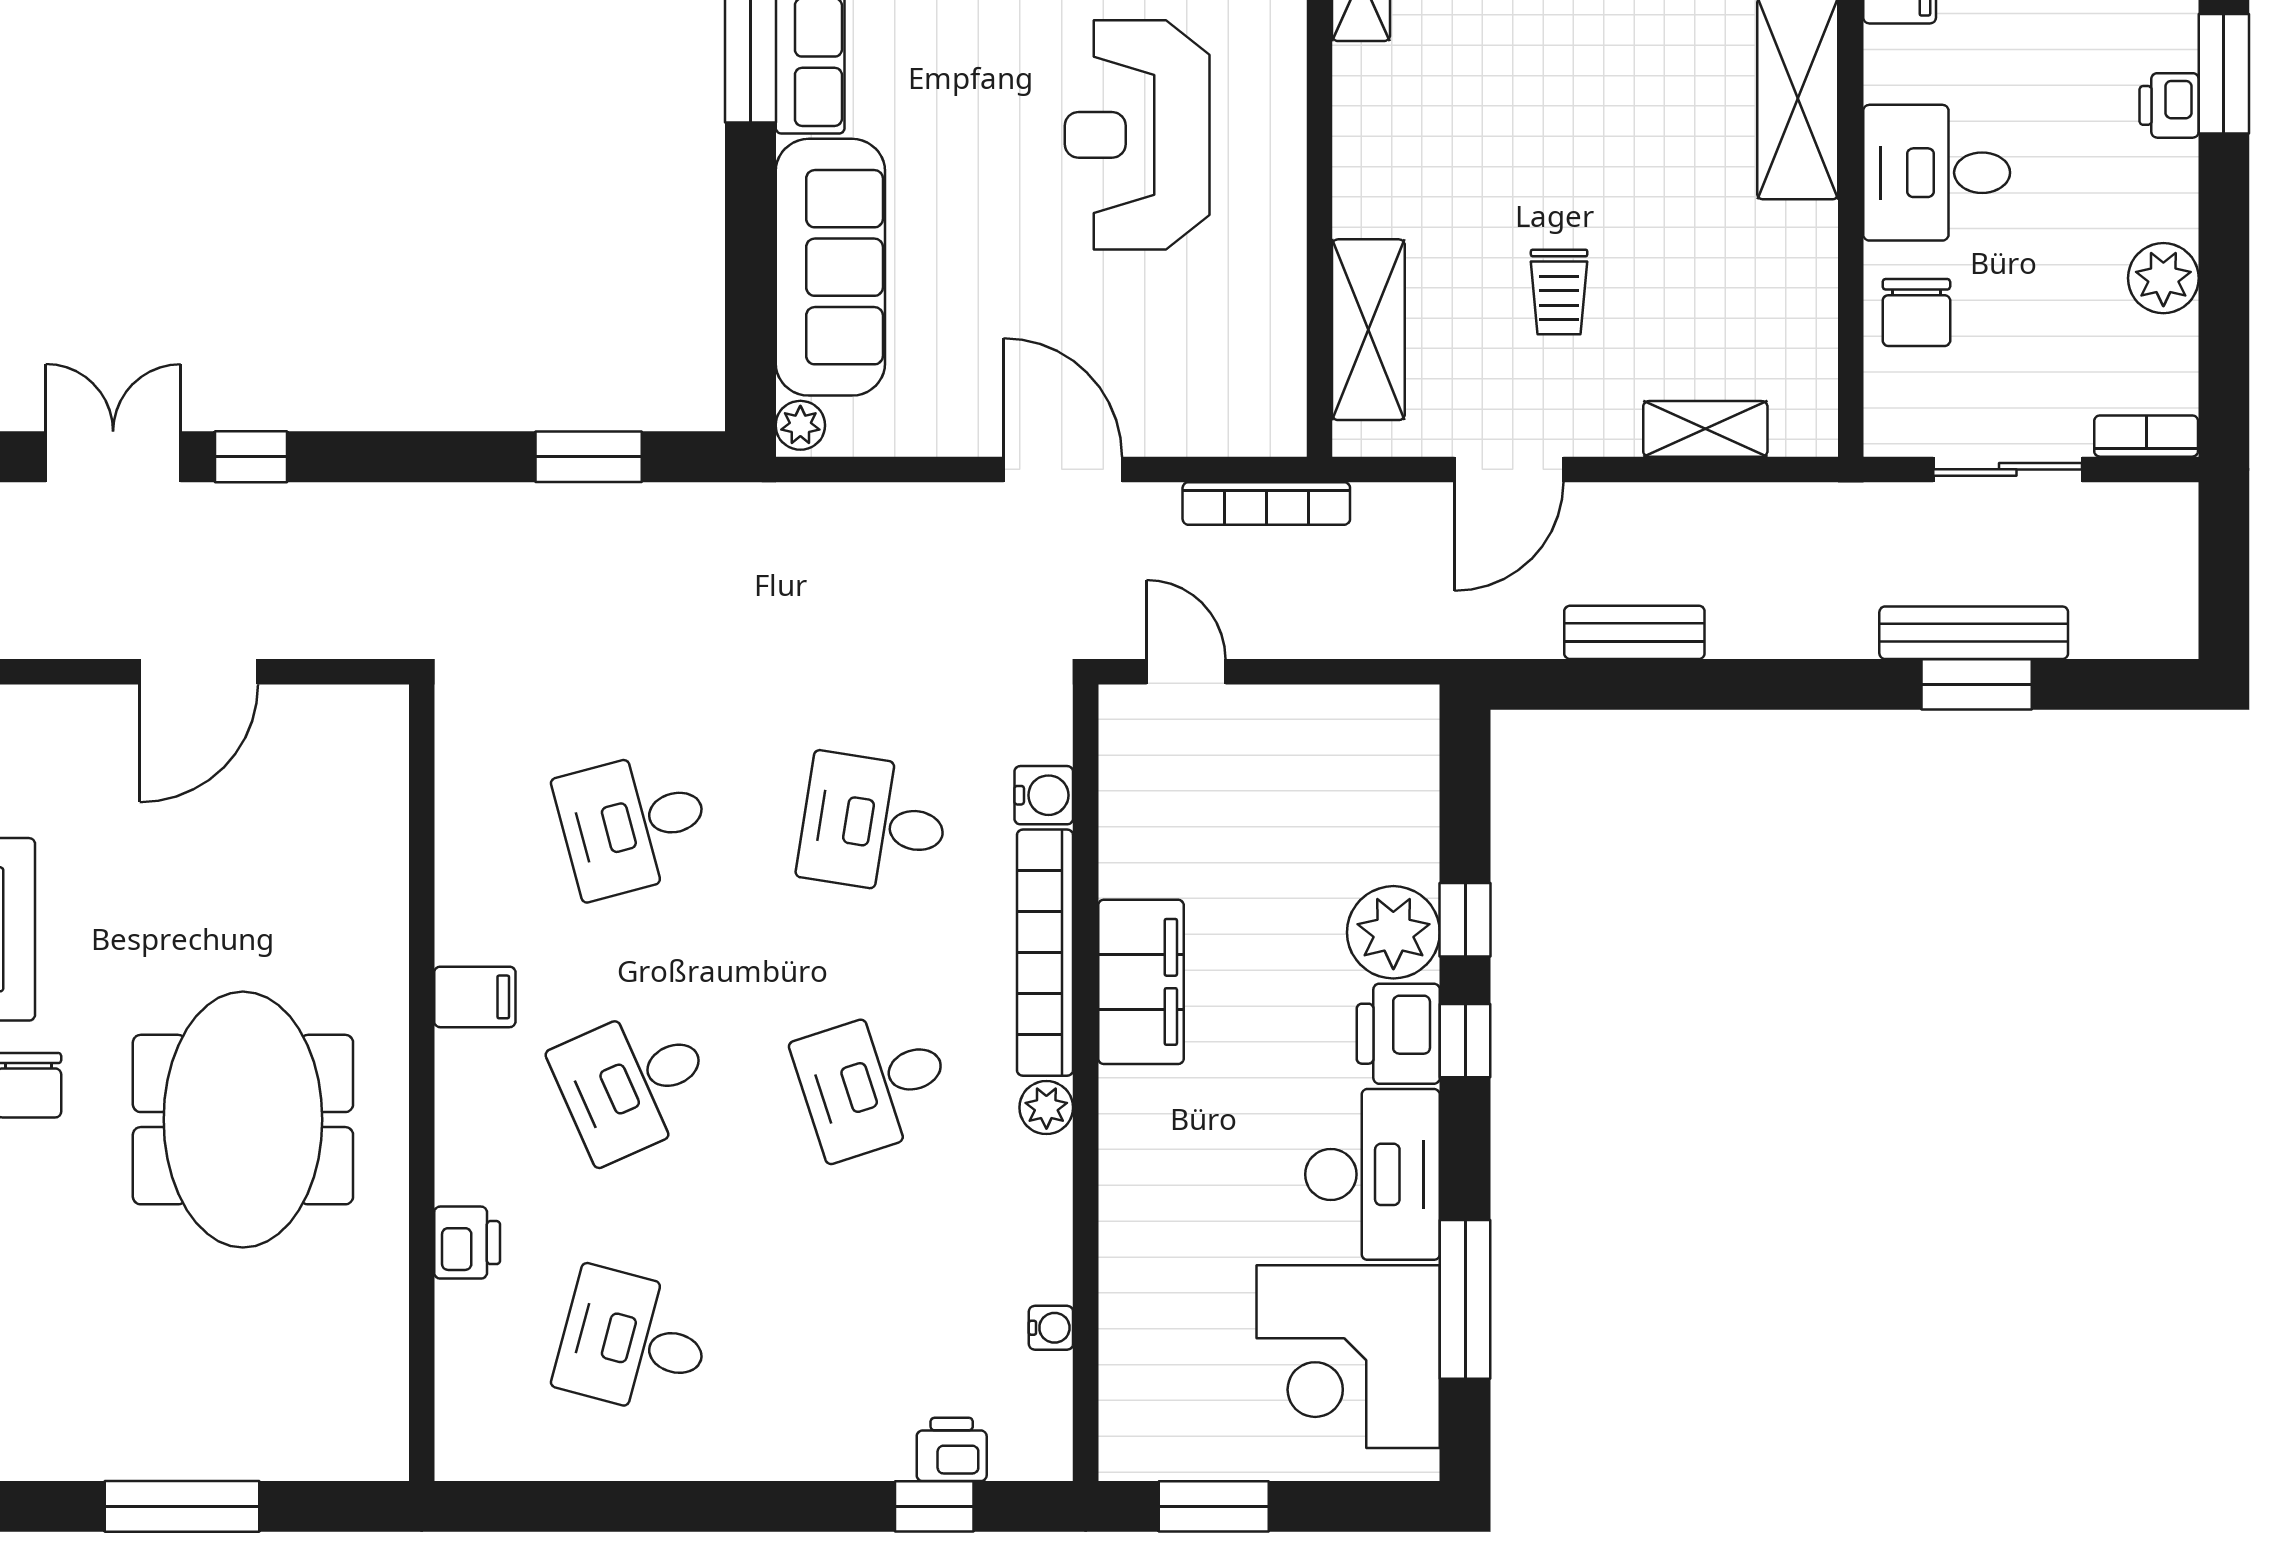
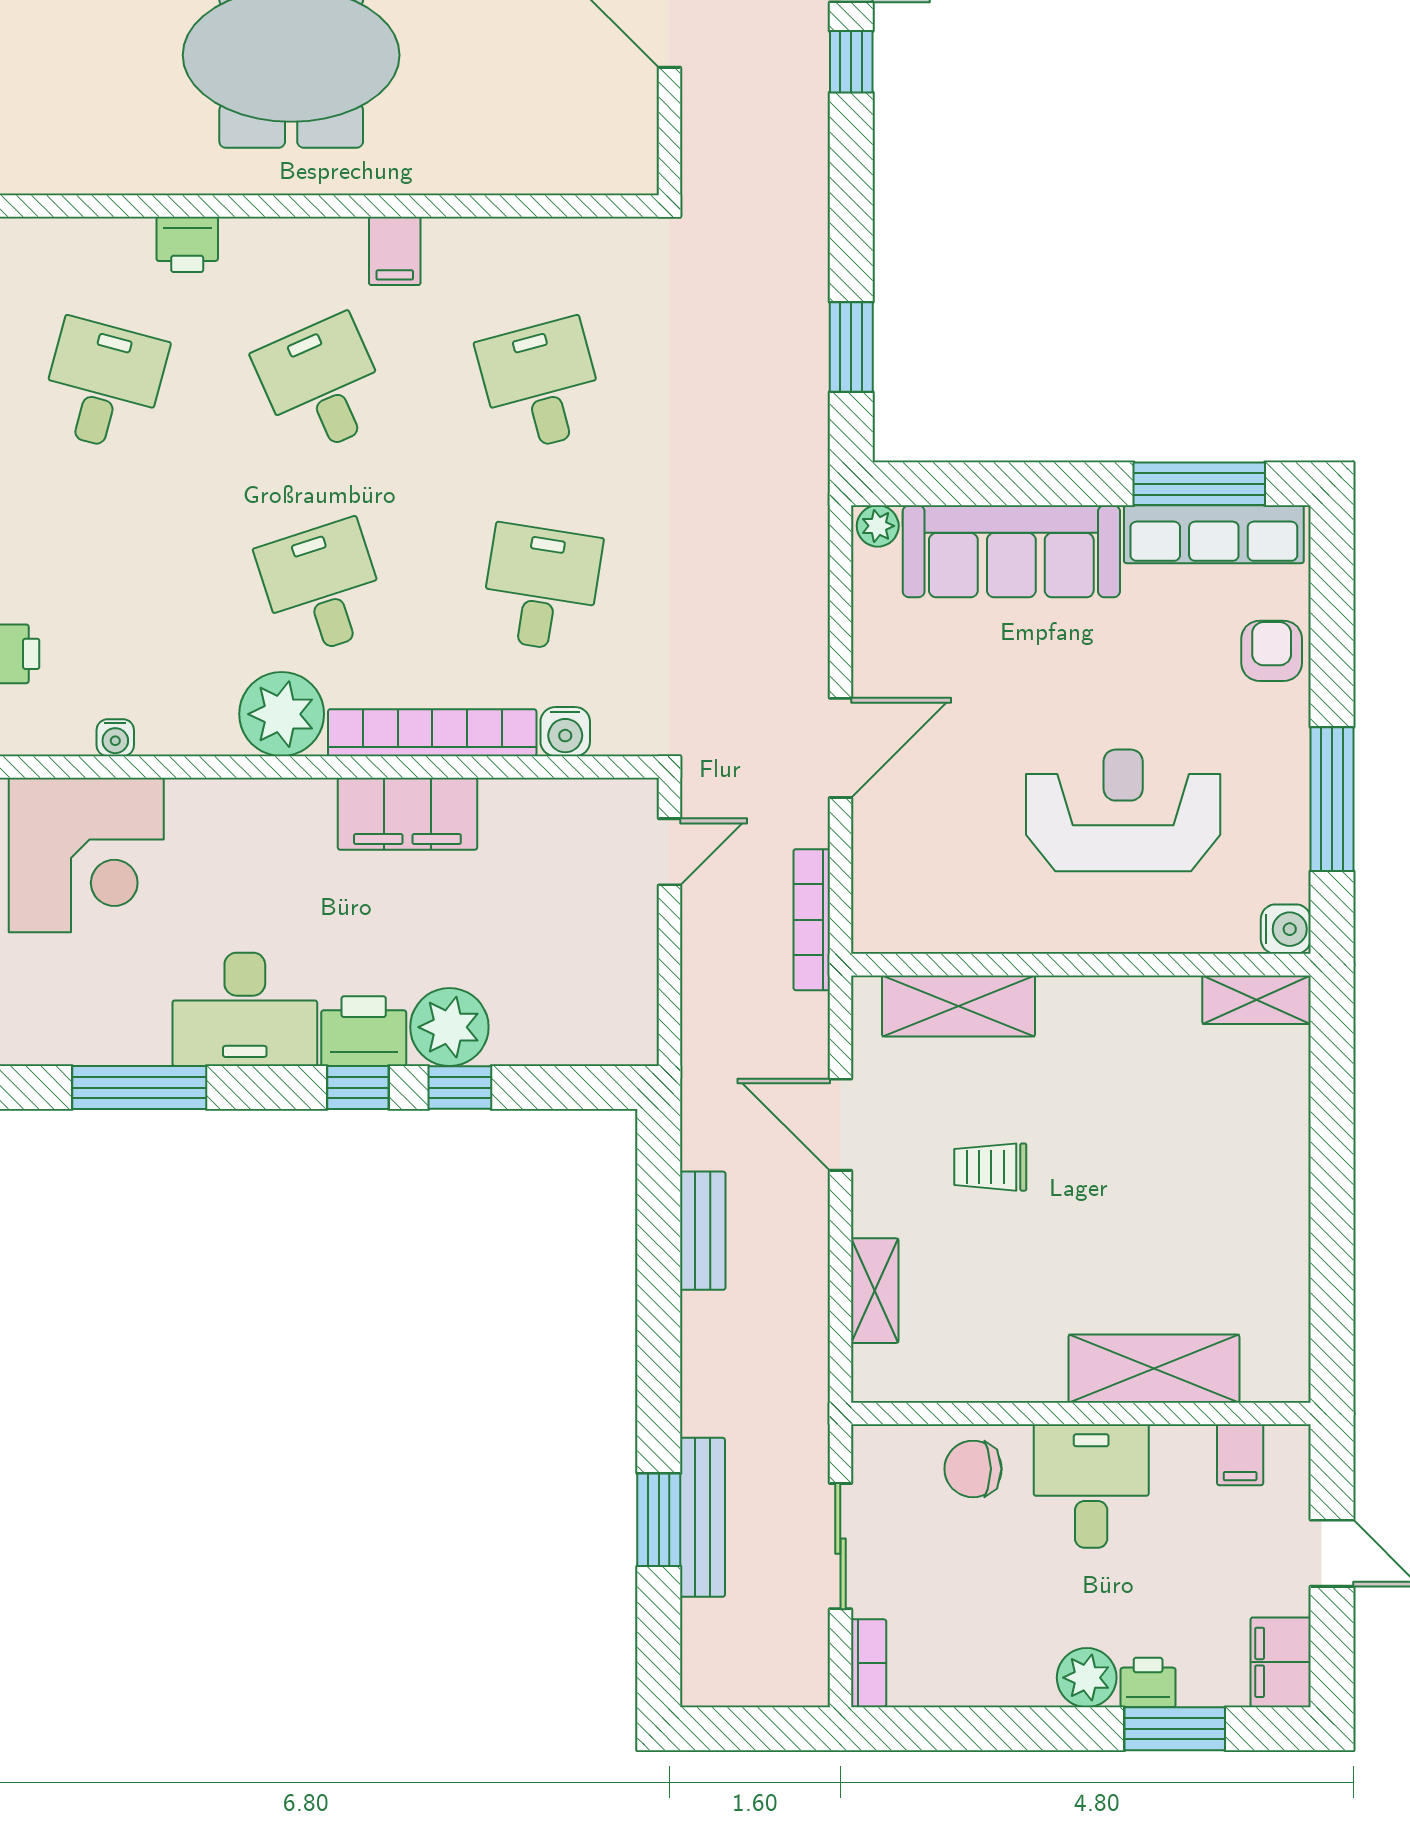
plant: (2163, 278) -> (1087, 1678), moved
plant: (1046, 1108) -> (282, 714), width x1.87, depth x1.87
corner desk: (1348, 1357) -> (86, 855), moved, turned 180

